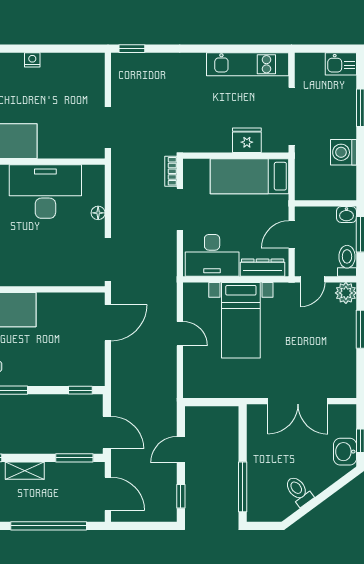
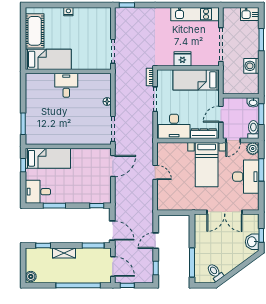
fridge: (247, 140) -> (182, 59), moved
desk: (45, 191) -> (66, 85), width x0.53, depth x0.77
bed with nightstands: (241, 320) -> (207, 165), moved
desk: (334, 341) -> (246, 177), added
toilet: (299, 491) -> (215, 272), moved
window: (132, 526) -> (127, 285), added

